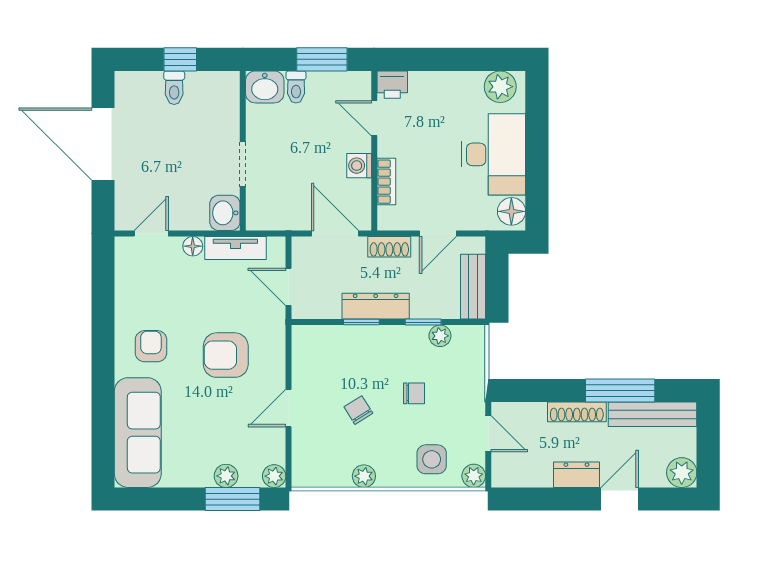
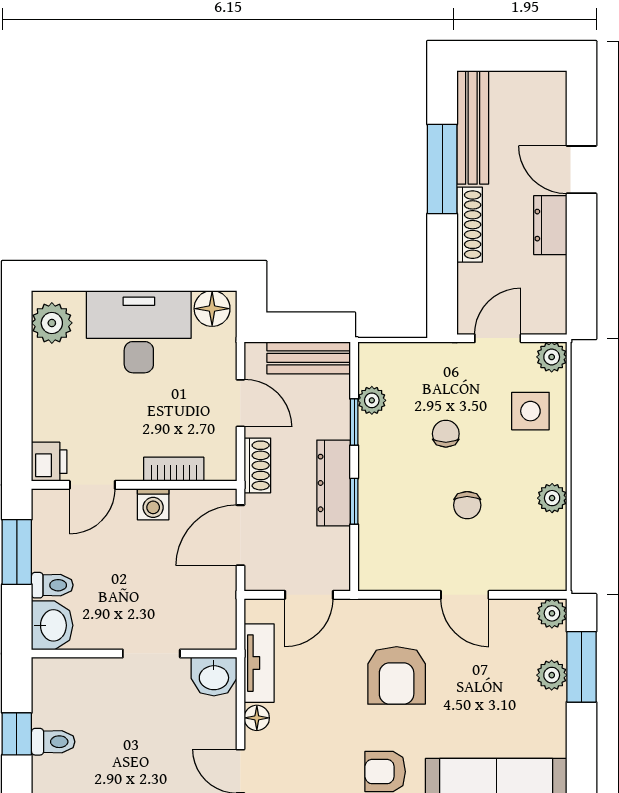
chair: (358, 410) -> (467, 505), turned -58
plant: (682, 473) -> (547, 90), removed

